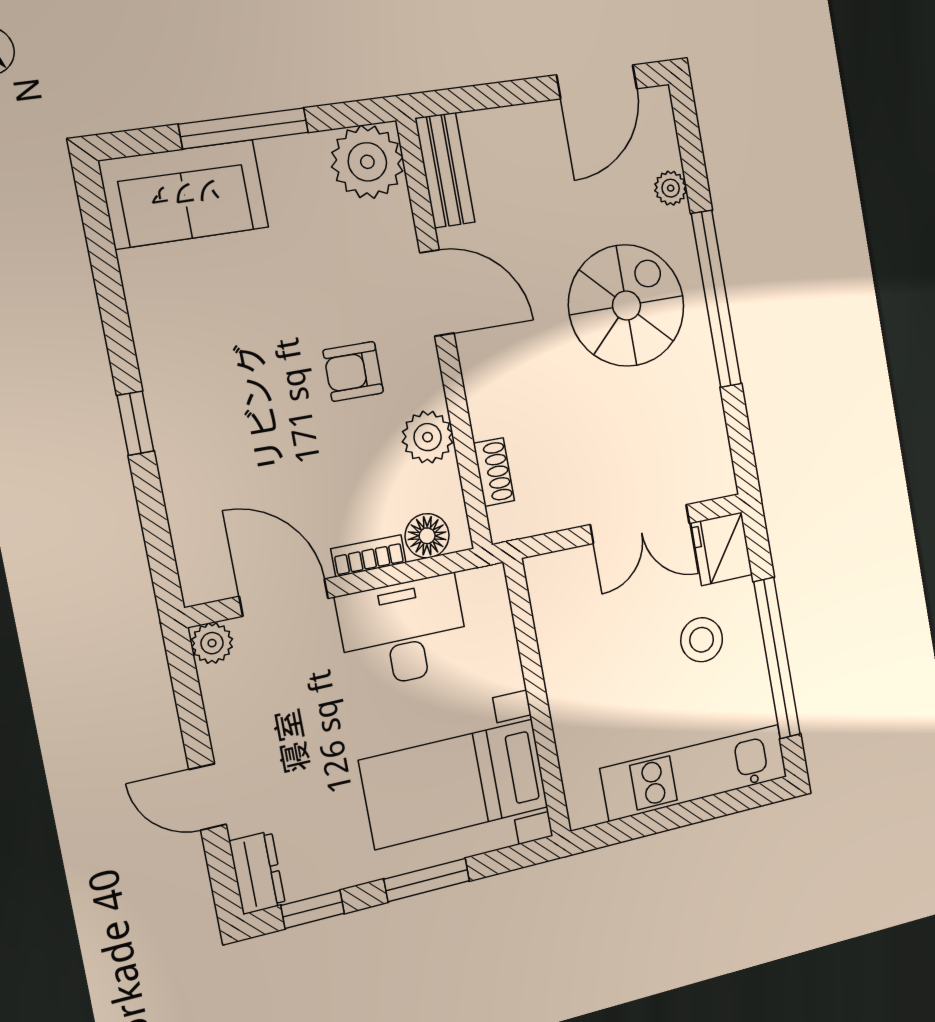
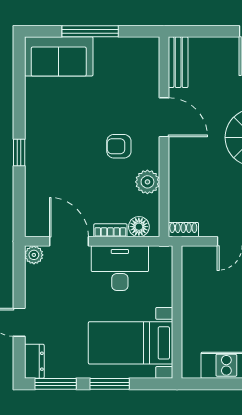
plant: (367, 162) -> (143, 53), removed
shoe rack: (494, 472) -> (183, 230), moved, turned -90
window: (313, 909) -> (56, 384), width x1.50

